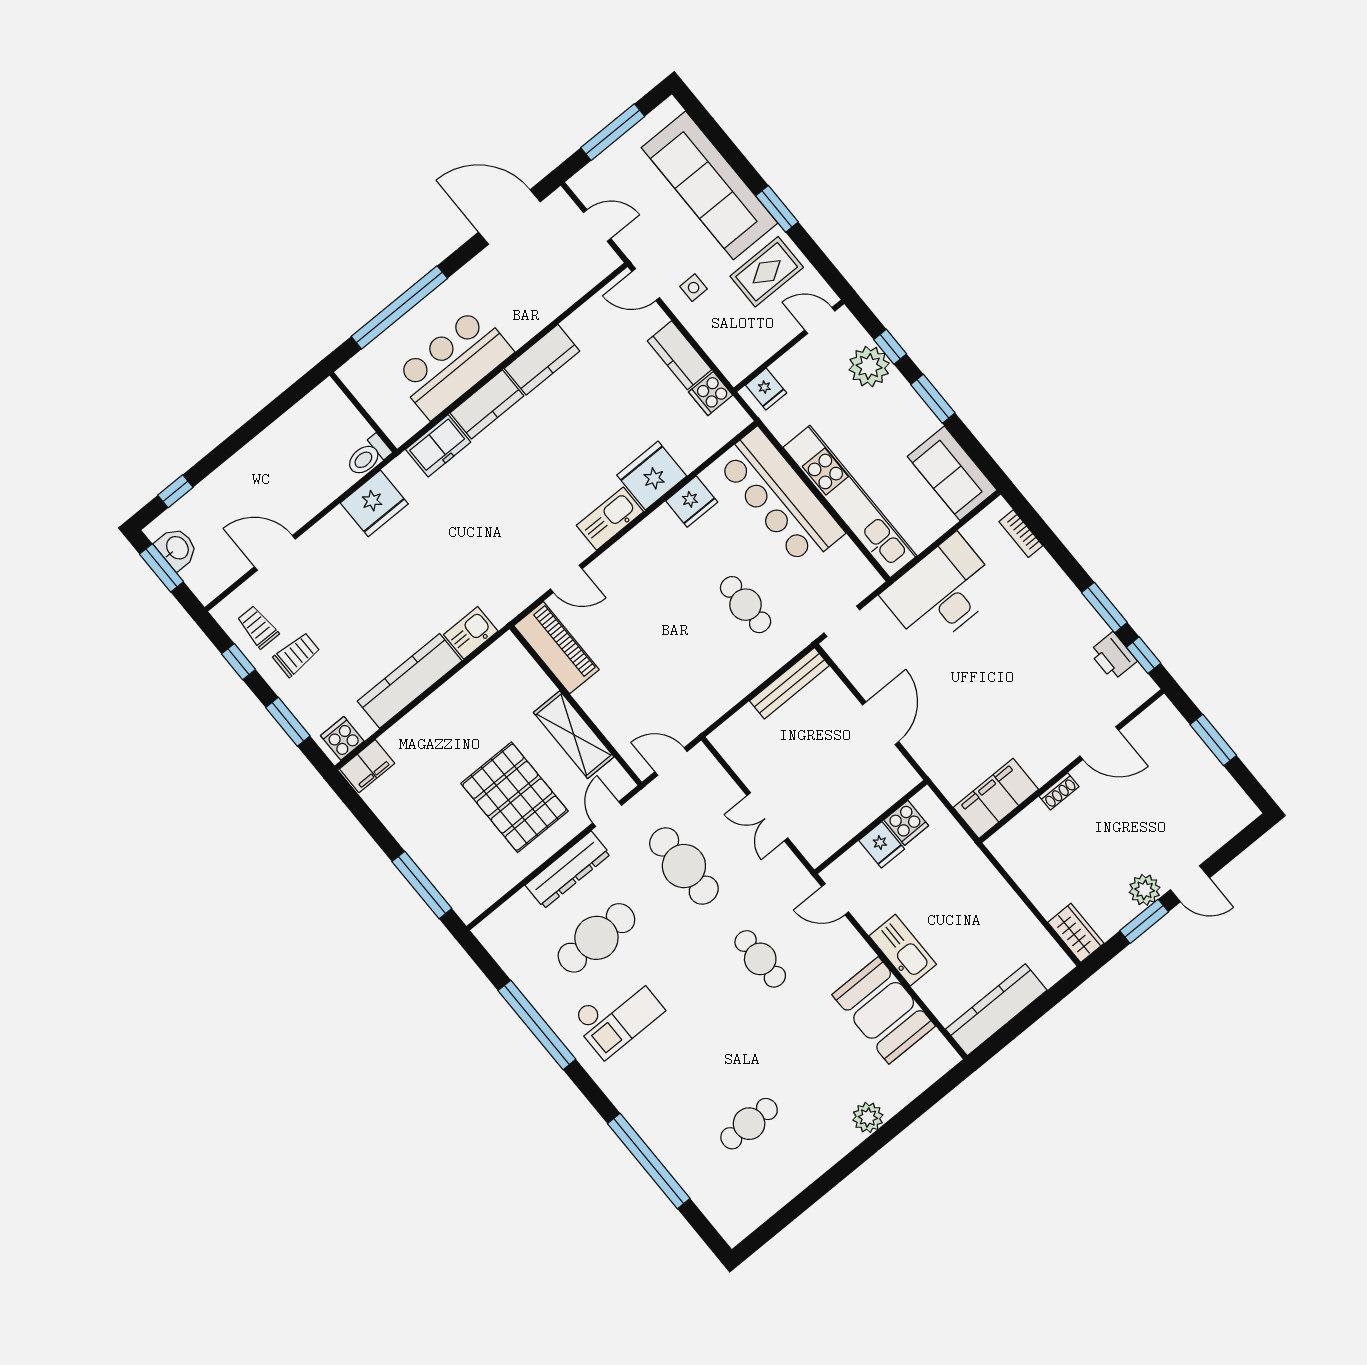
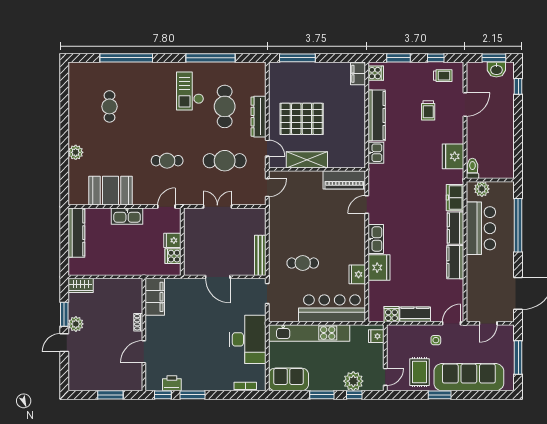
plant: (389, 414) -> (482, 189), added
trolley: (297, 655) -> (428, 110), moved

